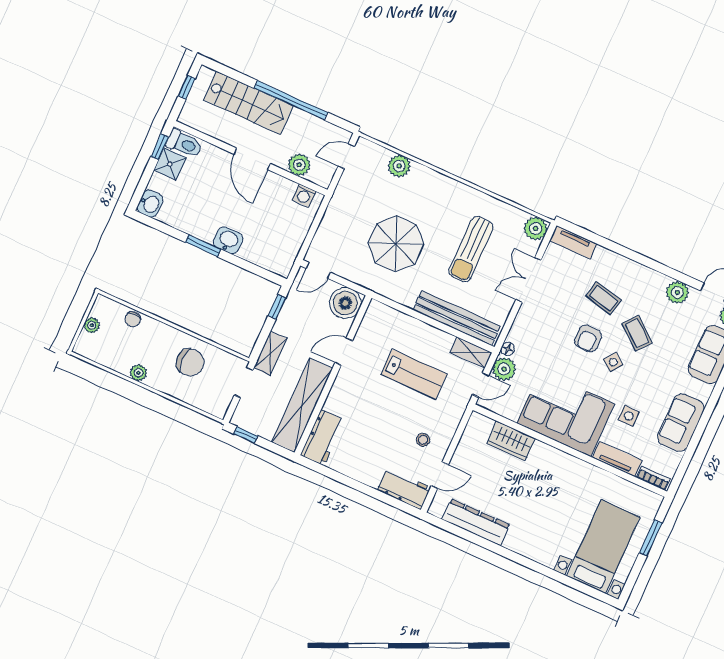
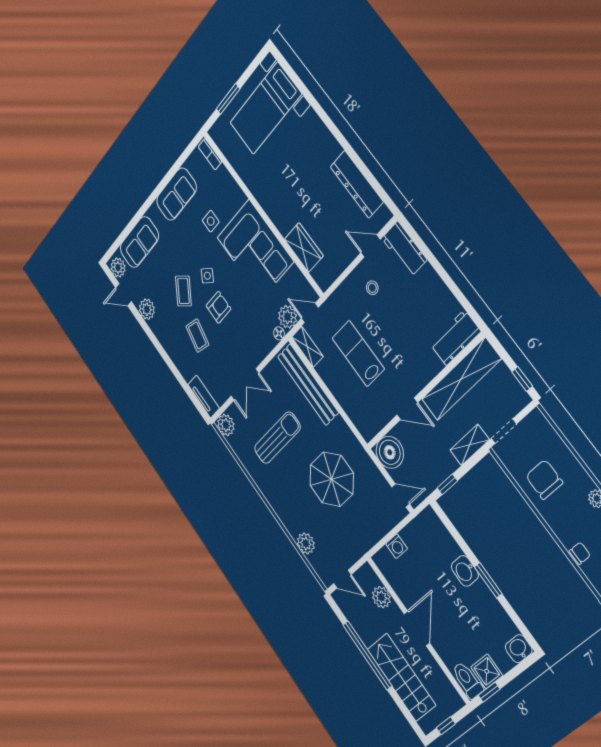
washing machine: (304, 196) -> (397, 546), moved, turned 90
tv unit: (617, 459) -> (231, 186), removed

